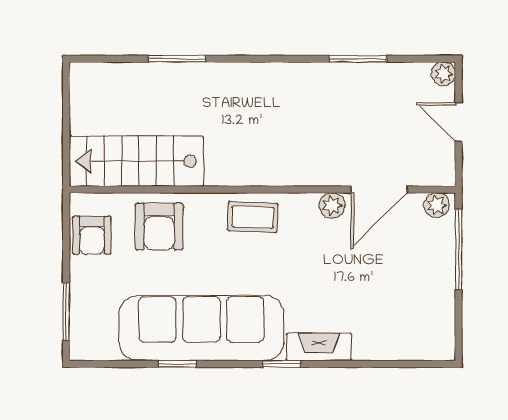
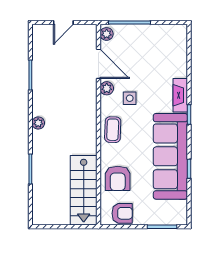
plant: (444, 74) -> (38, 123), moved
armchair: (159, 227) -> (118, 178), turned 90
side table: (313, 250) -> (130, 98), added

